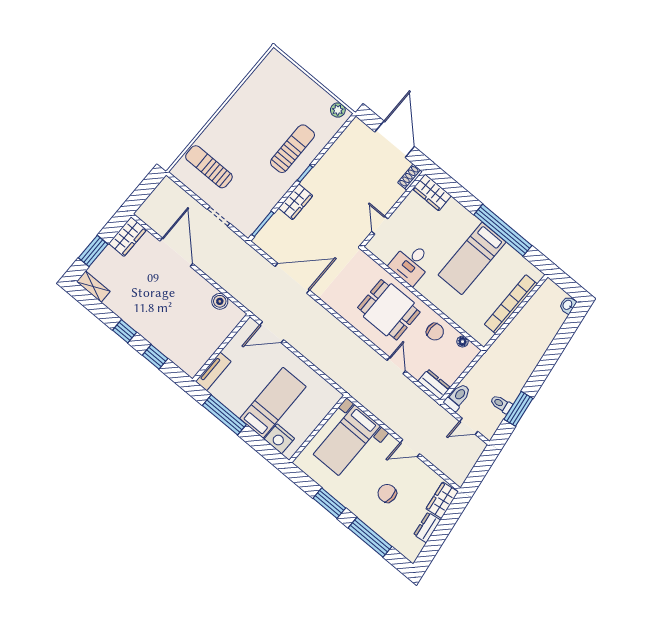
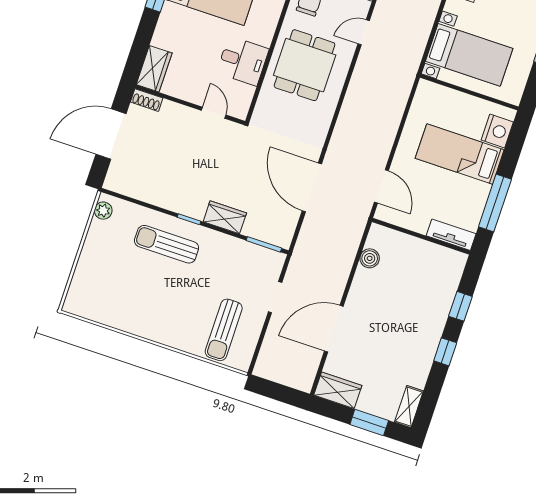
door: (380, 225) -> (214, 113), swing flipped

